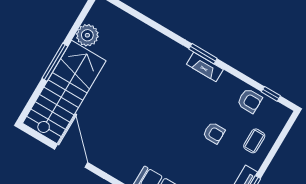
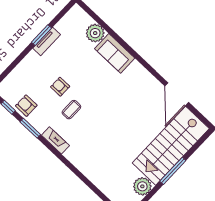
window: (203, 54) -> (30, 128), moved
coffee table: (254, 141) -> (71, 110), moved

